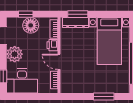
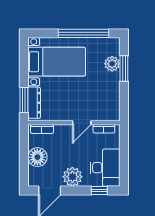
window: (26, 14) -> (24, 163), removed
printer: (52, 45) -> (61, 131), removed
plant: (108, 87) -> (112, 64), added

